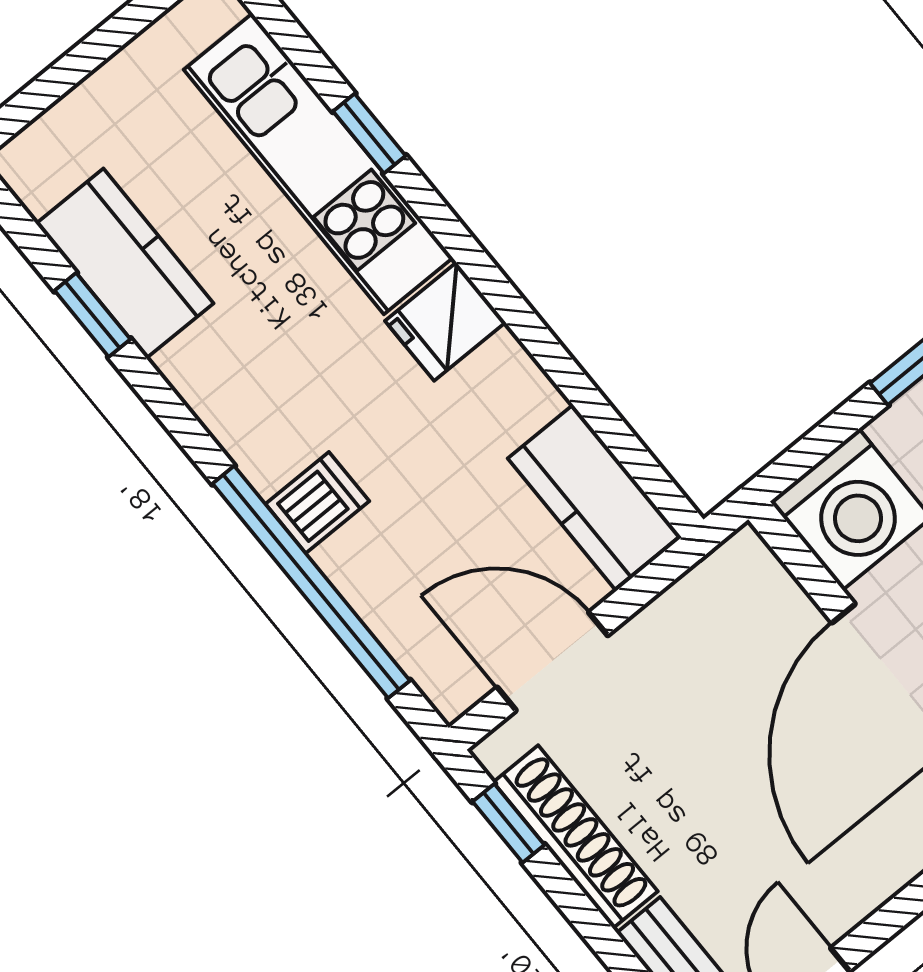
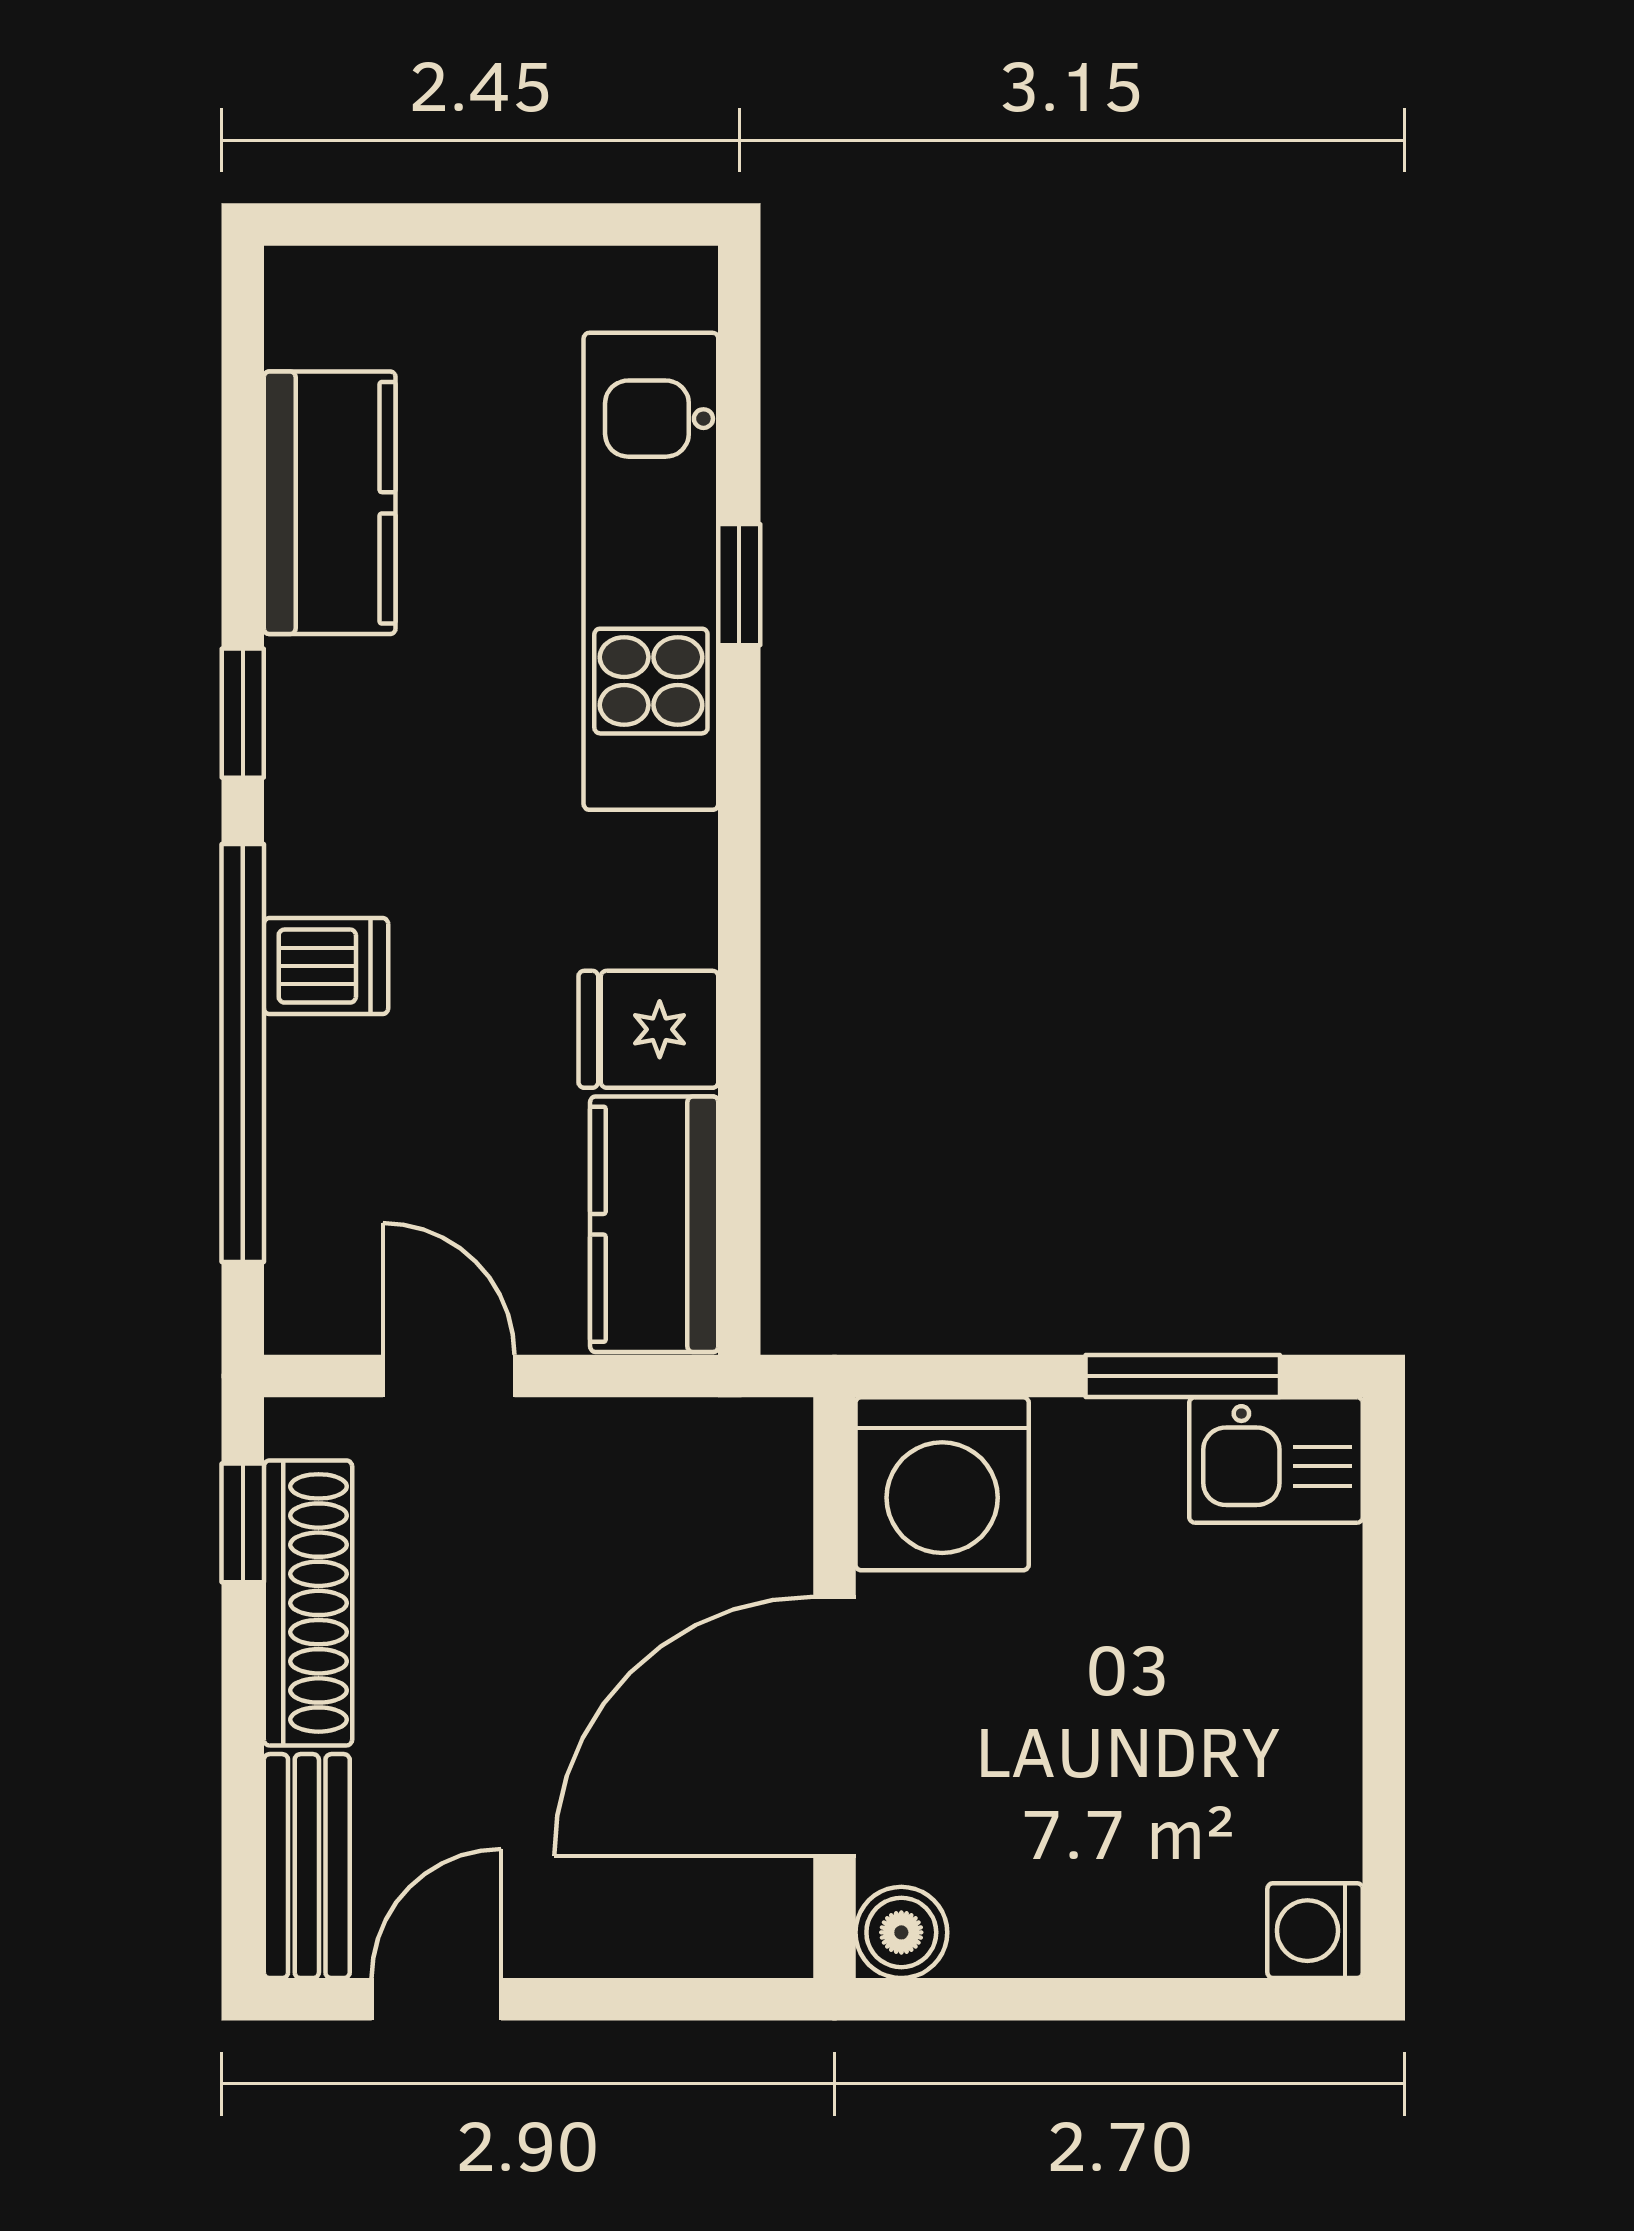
window: (92, 315) -> (243, 713), moved
fridge: (445, 322) -> (648, 1029), moved
door: (552, 661) -> (449, 1376), width x0.73

